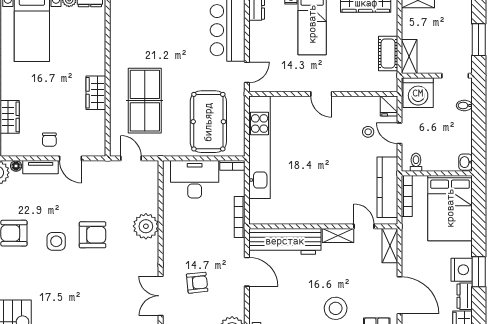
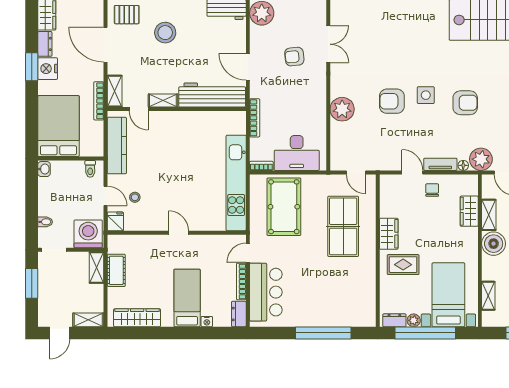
bookcase: (254, 41) -> (241, 282), added
rug: (80, 60) -> (403, 265), added
bookcase: (407, 196) -> (99, 101), moved

